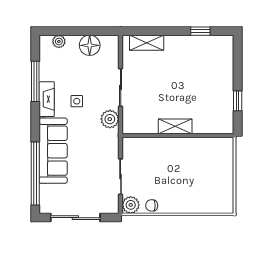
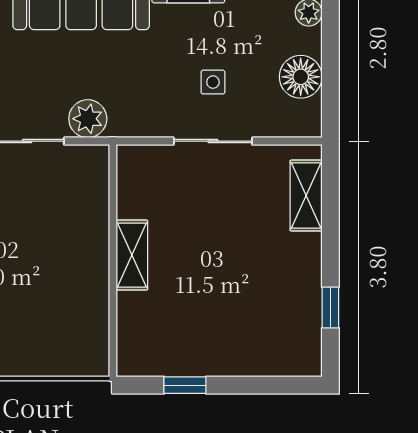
side table: (77, 101) -> (213, 82), moved
plant: (110, 119) -> (88, 119), moved

